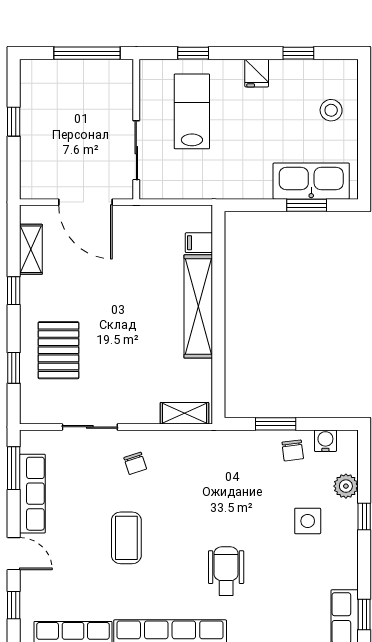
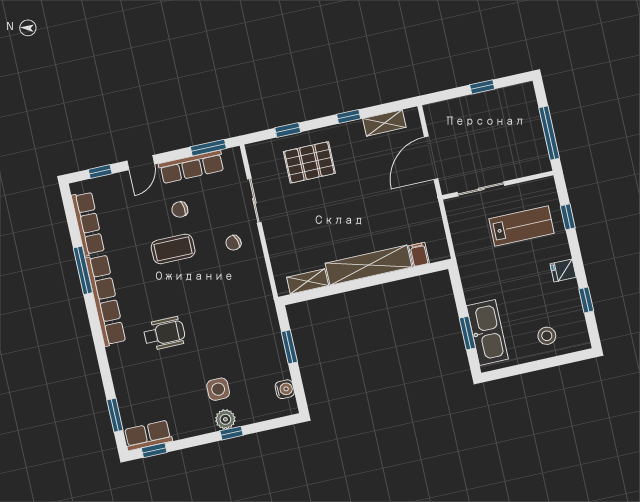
shelving: (184, 413) -> (308, 281), moved, turned 90
chair: (293, 450) -> (180, 210), moved
plant: (346, 486) -> (225, 419), moved

